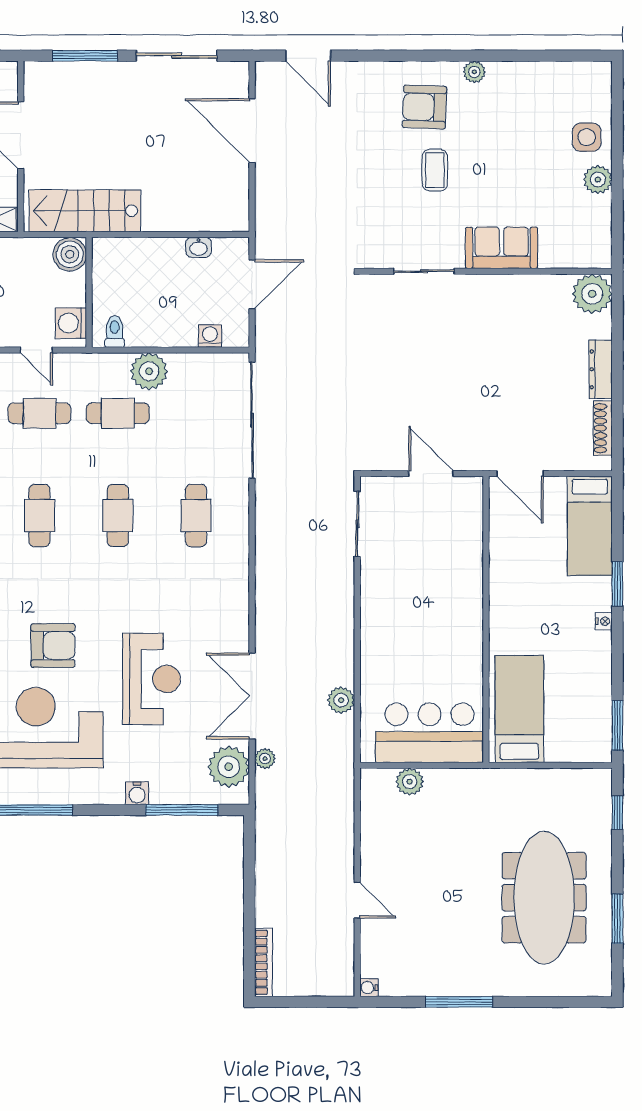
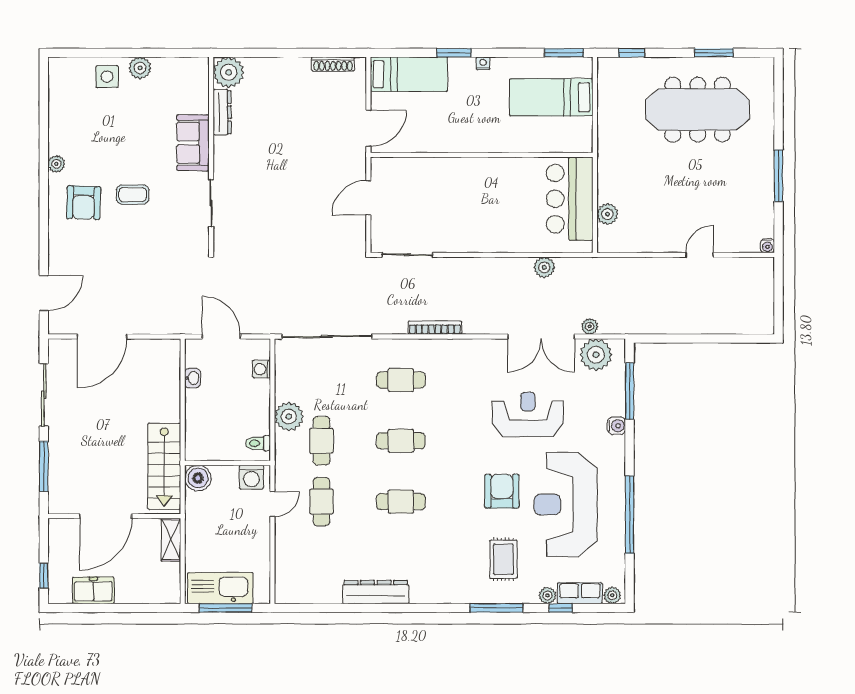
dresser: (601, 369) -> (222, 112), moved, turned -90
bed: (519, 709) -> (551, 97), moved
bookcase: (263, 962) -> (435, 328), moved

